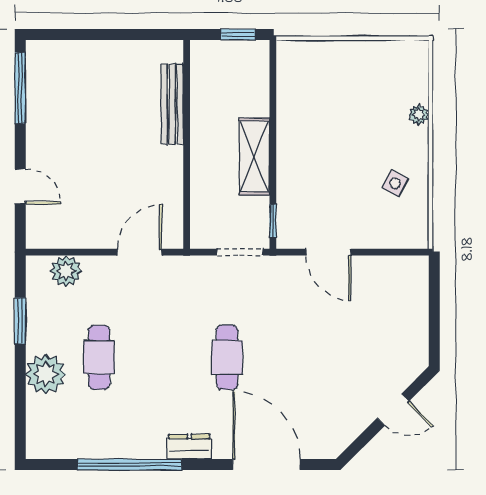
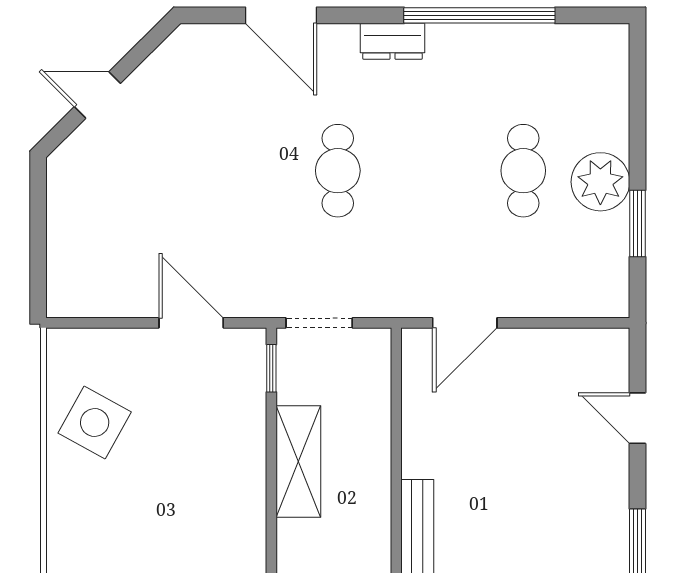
plant: (419, 115) -> (60, 522), removed
side table: (395, 183) -> (95, 422), width x1.87, depth x1.87
plant: (66, 271) -> (571, 296), removed
plant: (46, 374) -> (600, 182), moved
door: (266, 465) -> (281, 15), width x0.73

